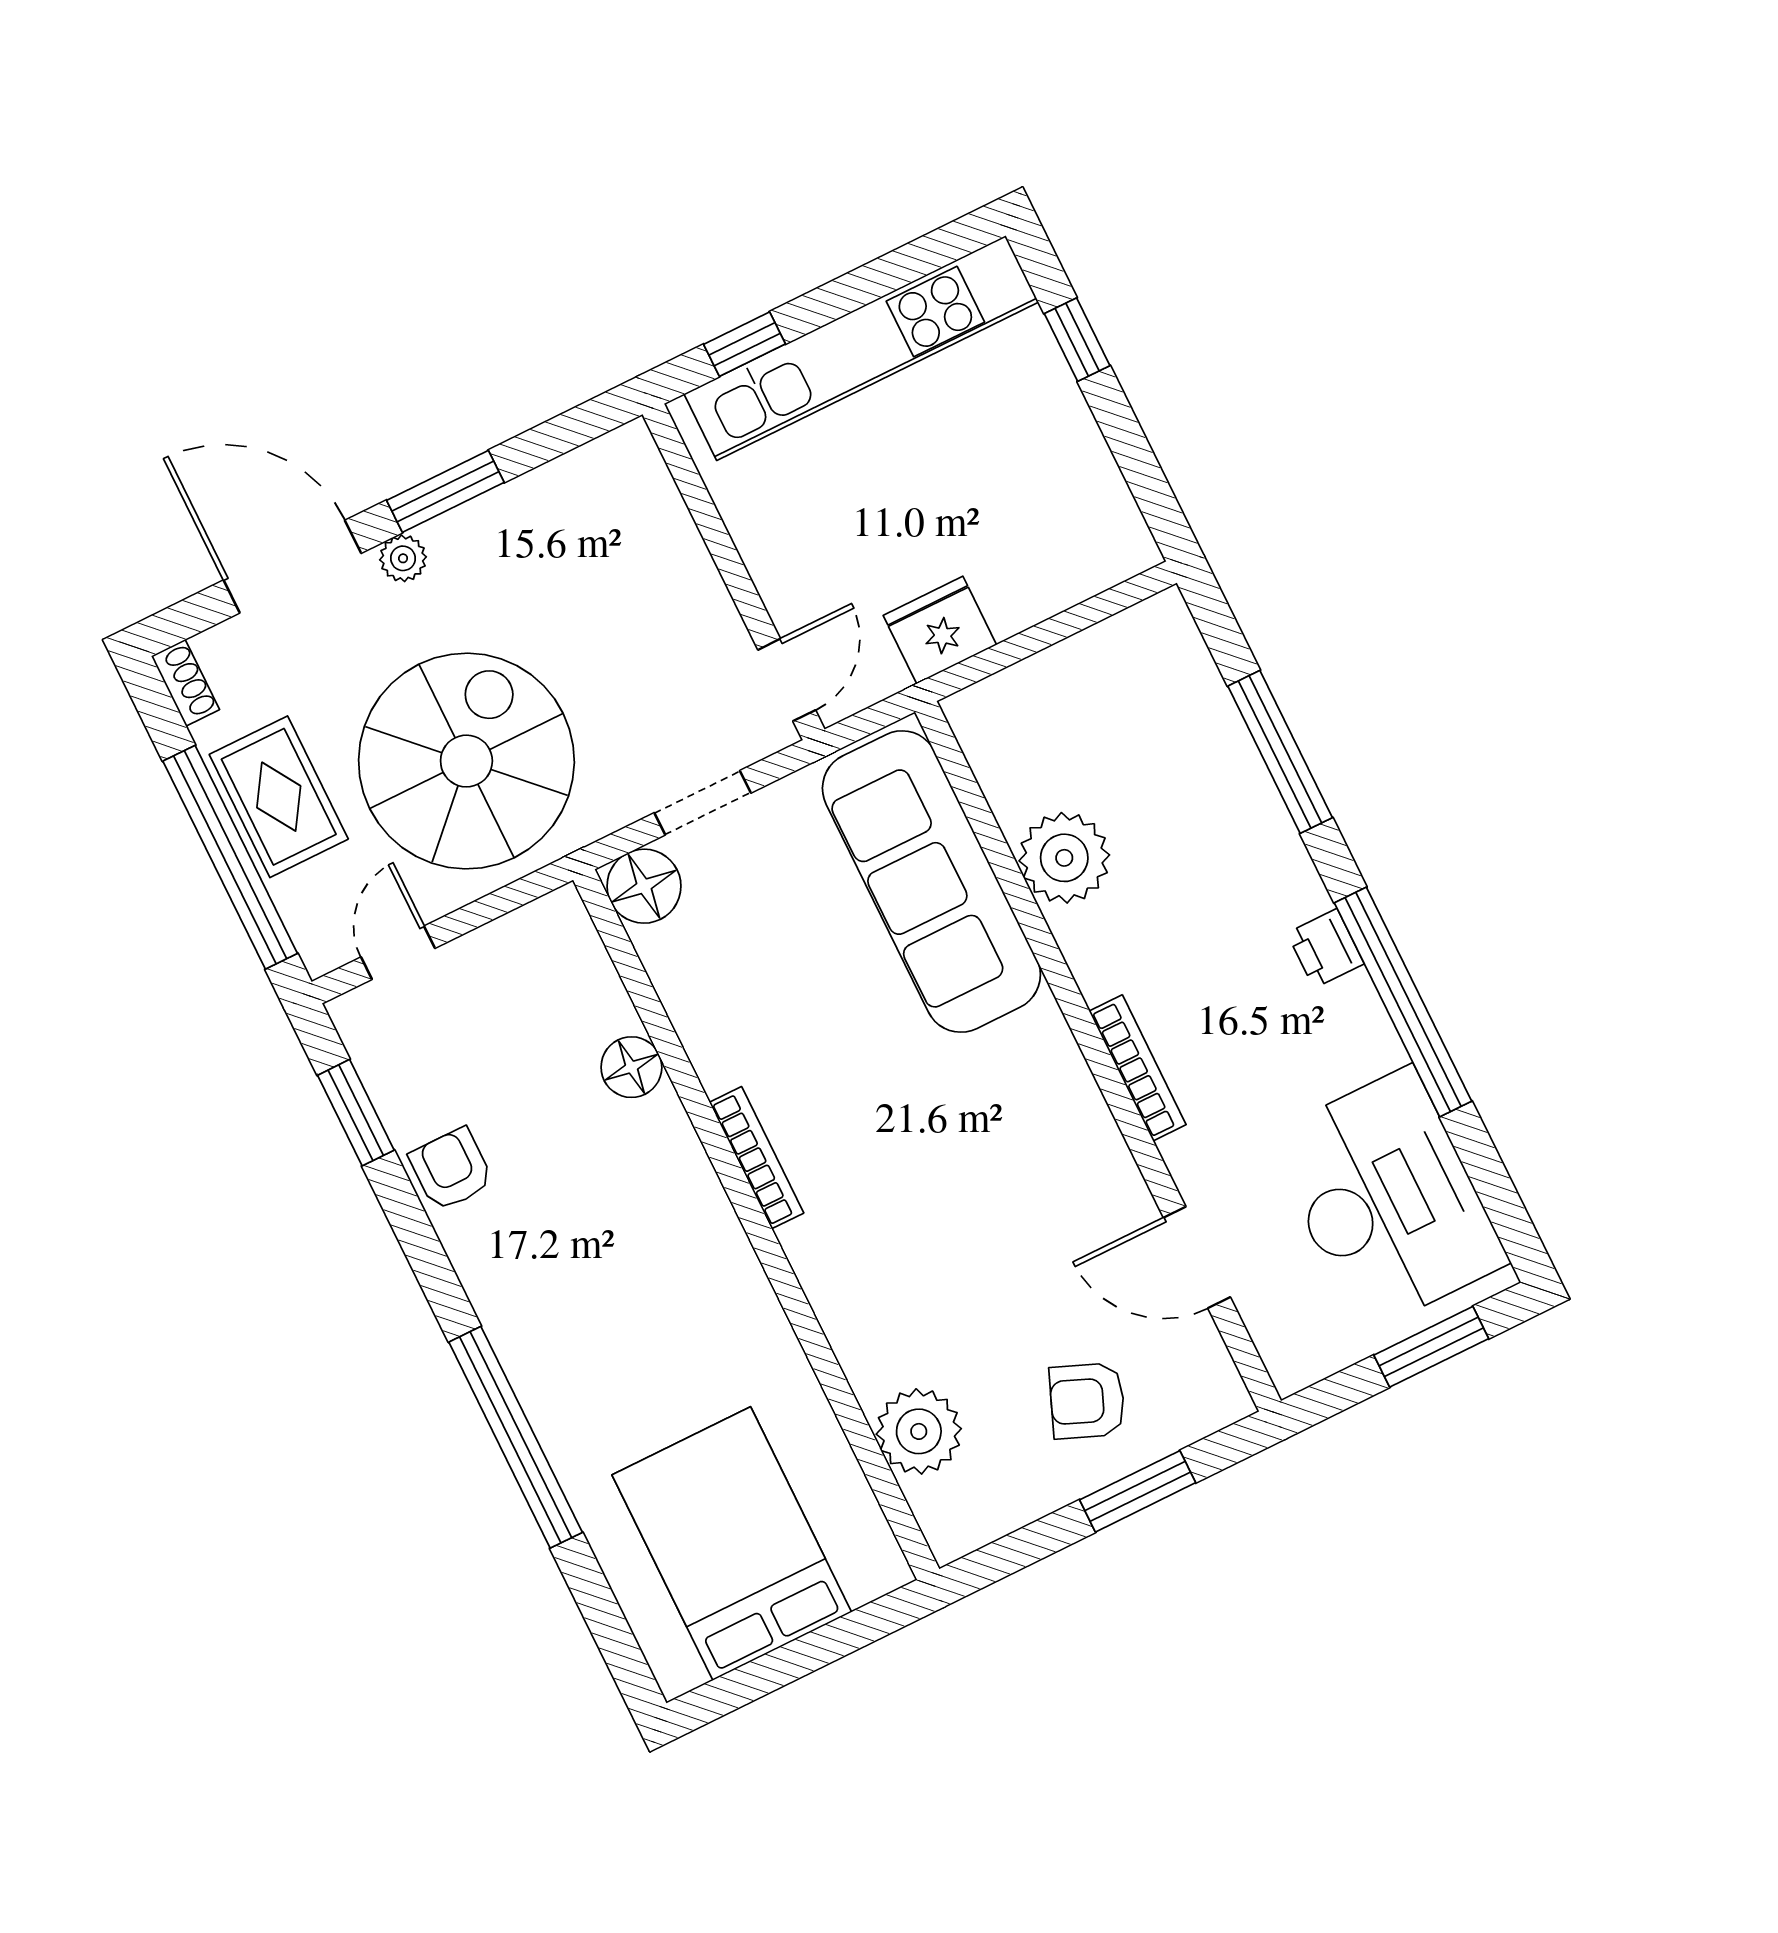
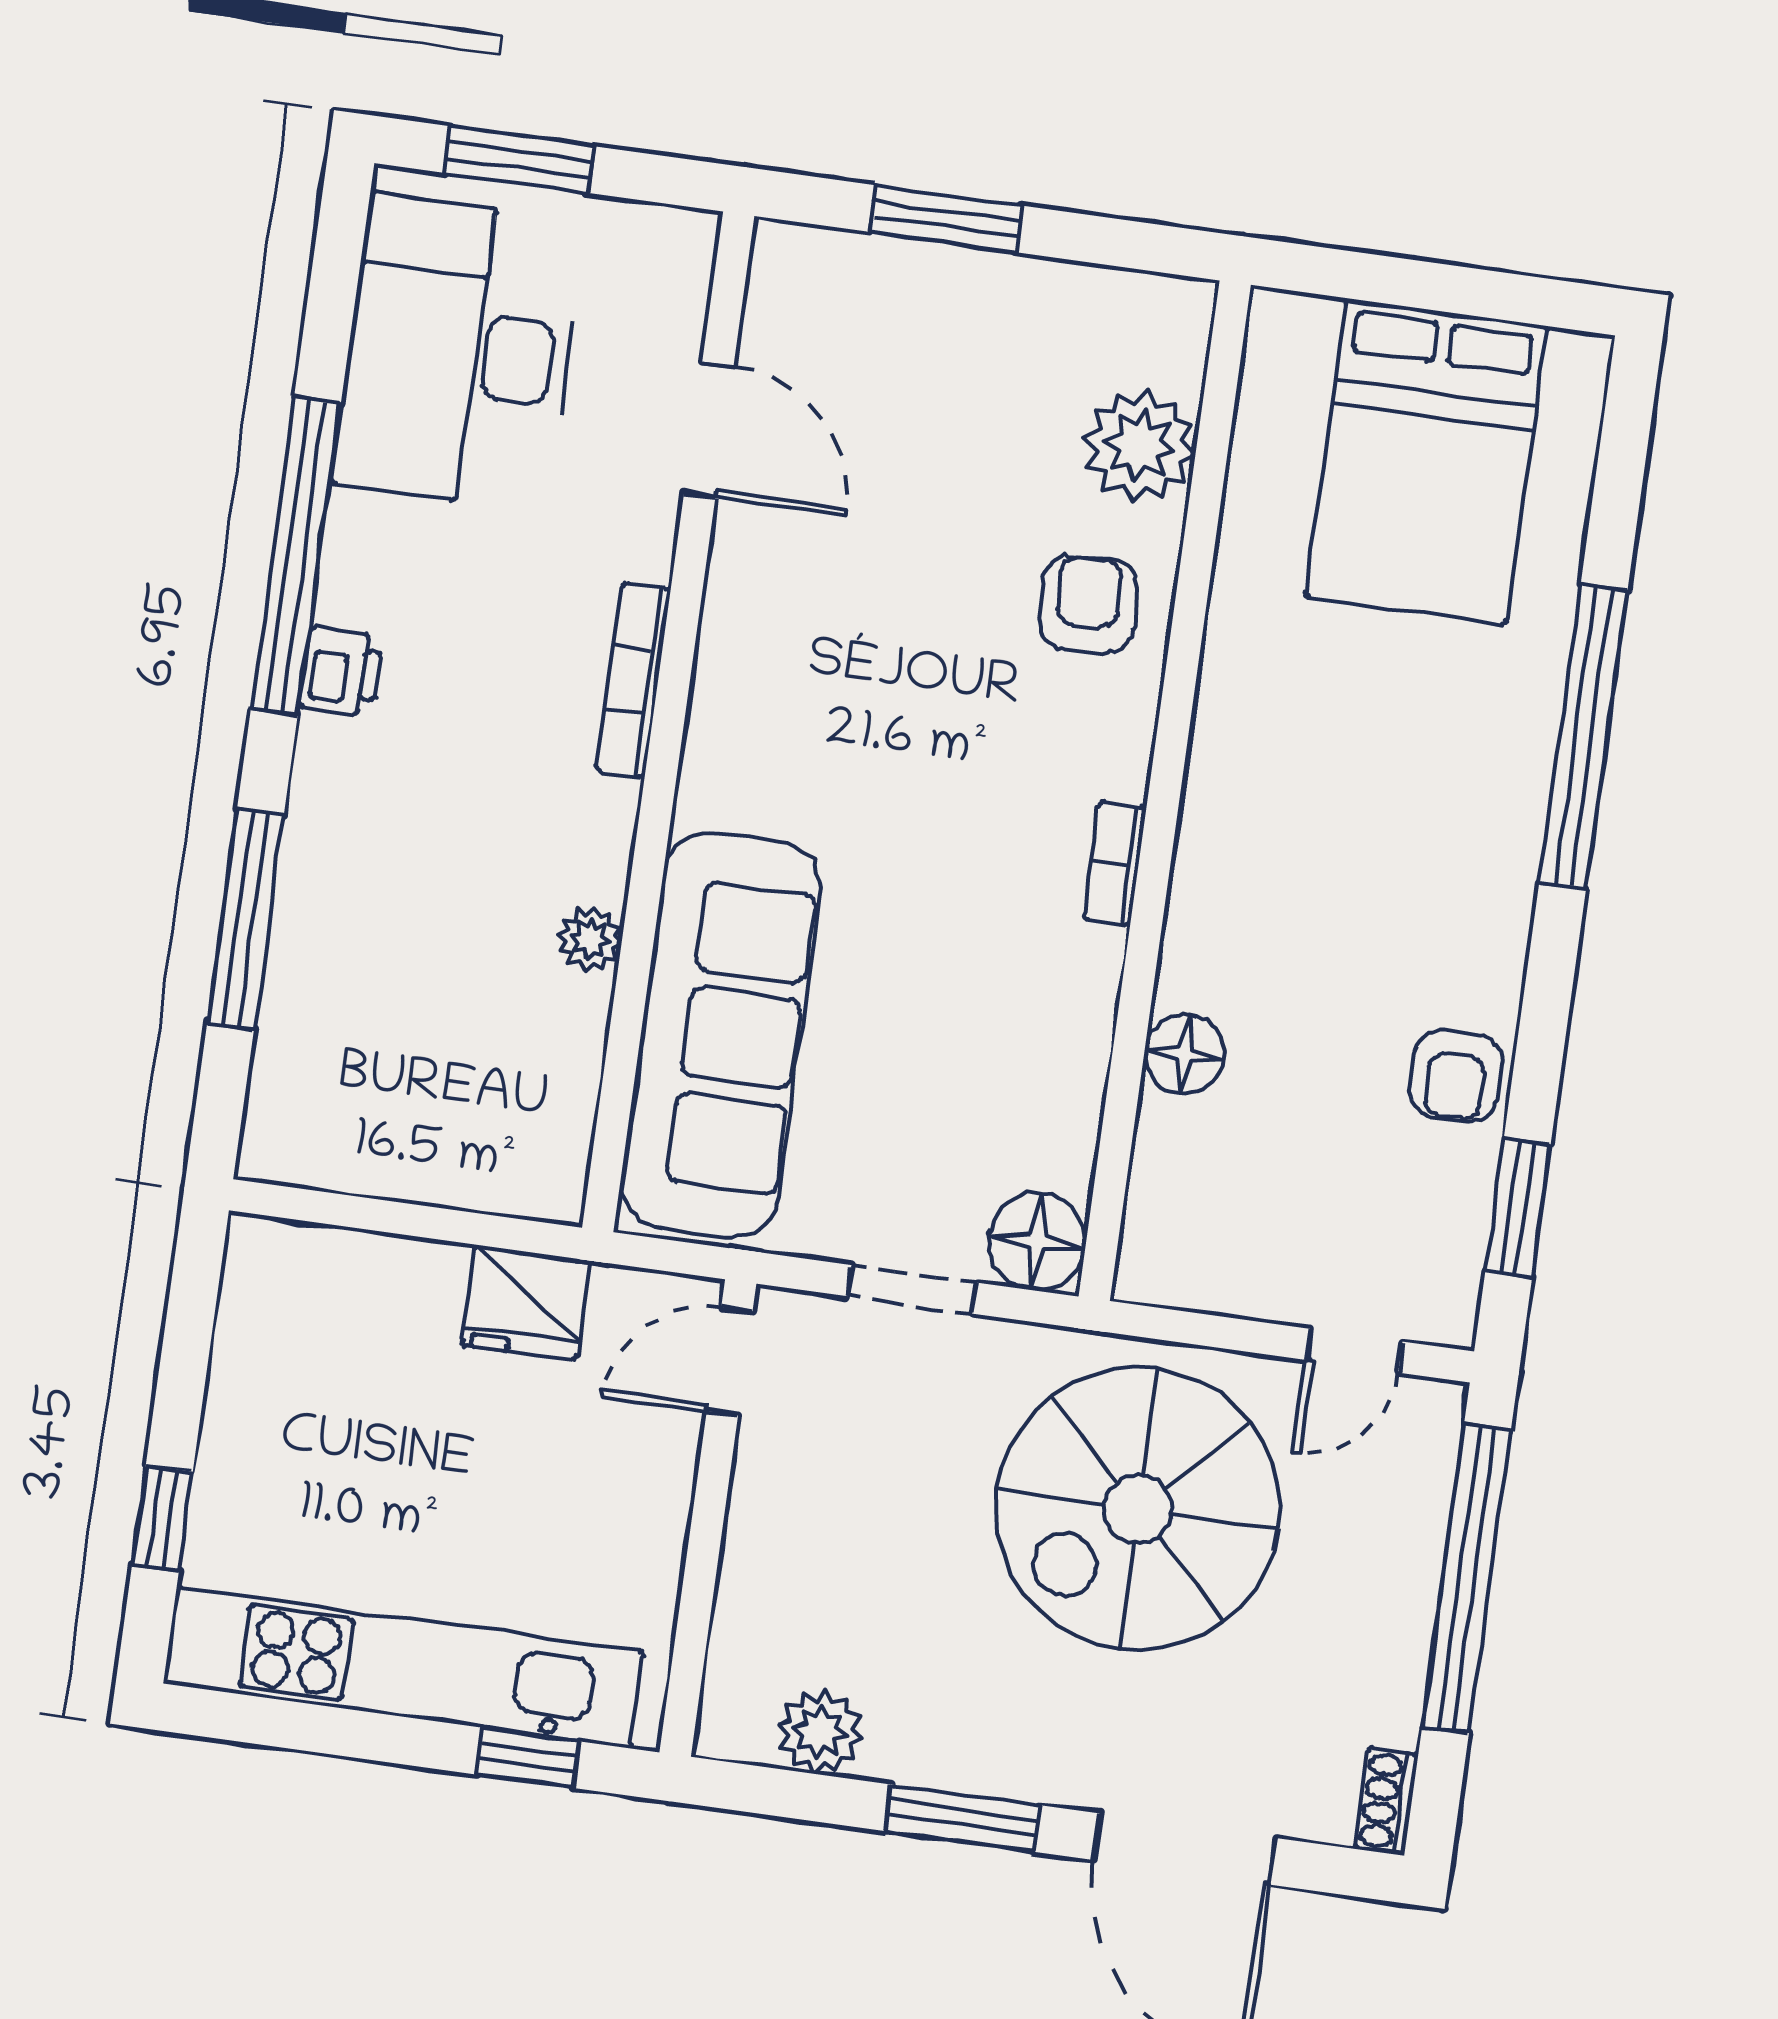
plant: (403, 558) -> (820, 1732), moved, width x1.38, depth x1.38
rug: (279, 797) -> (1369, 1609), removed
plant: (1064, 858) -> (590, 939), width x0.53, depth x0.53
bookcase: (757, 1158) -> (1115, 863), width x0.64
armchair: (1087, 1401) -> (1088, 604), moved, turned -115

